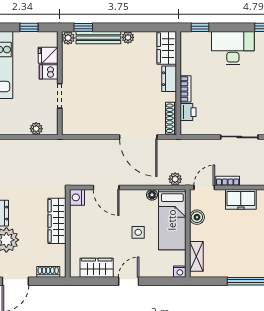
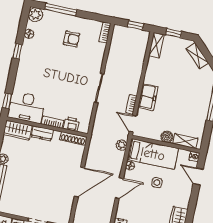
desk: (233, 48) -> (27, 107), moved, turned -90
door: (138, 137) -> (79, 182), moved
door: (106, 188) -> (119, 188), moved
boiler: (197, 217) -> (167, 137), moved
door: (129, 281) -> (198, 176), moved

